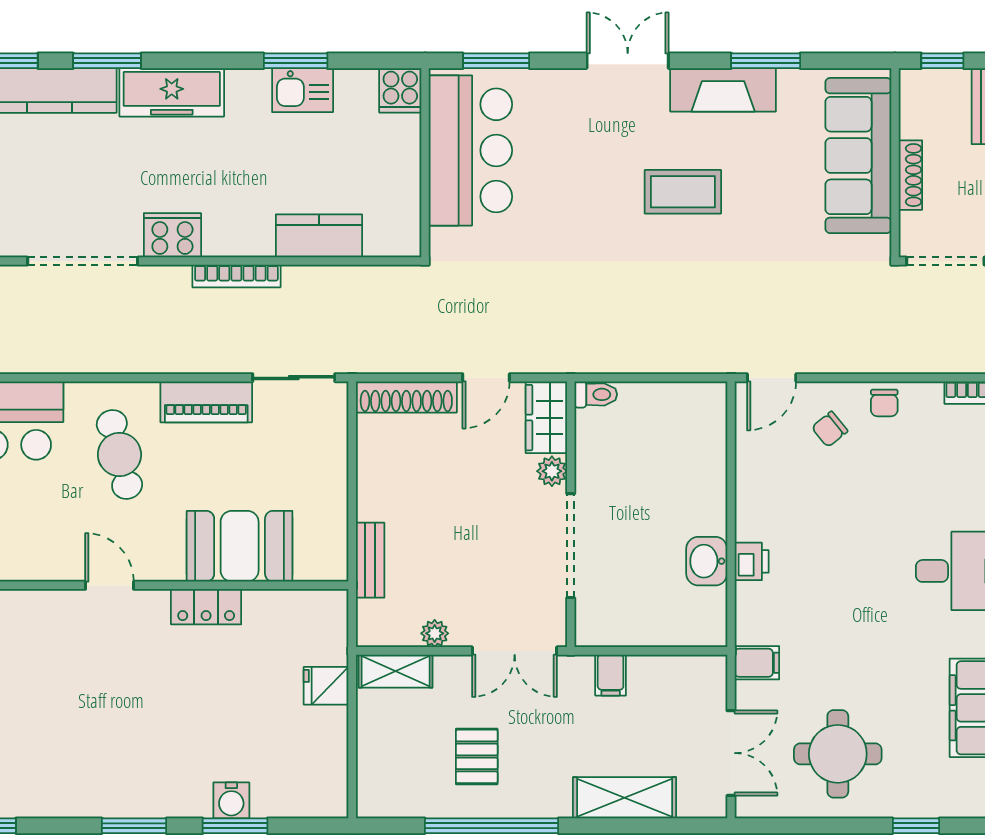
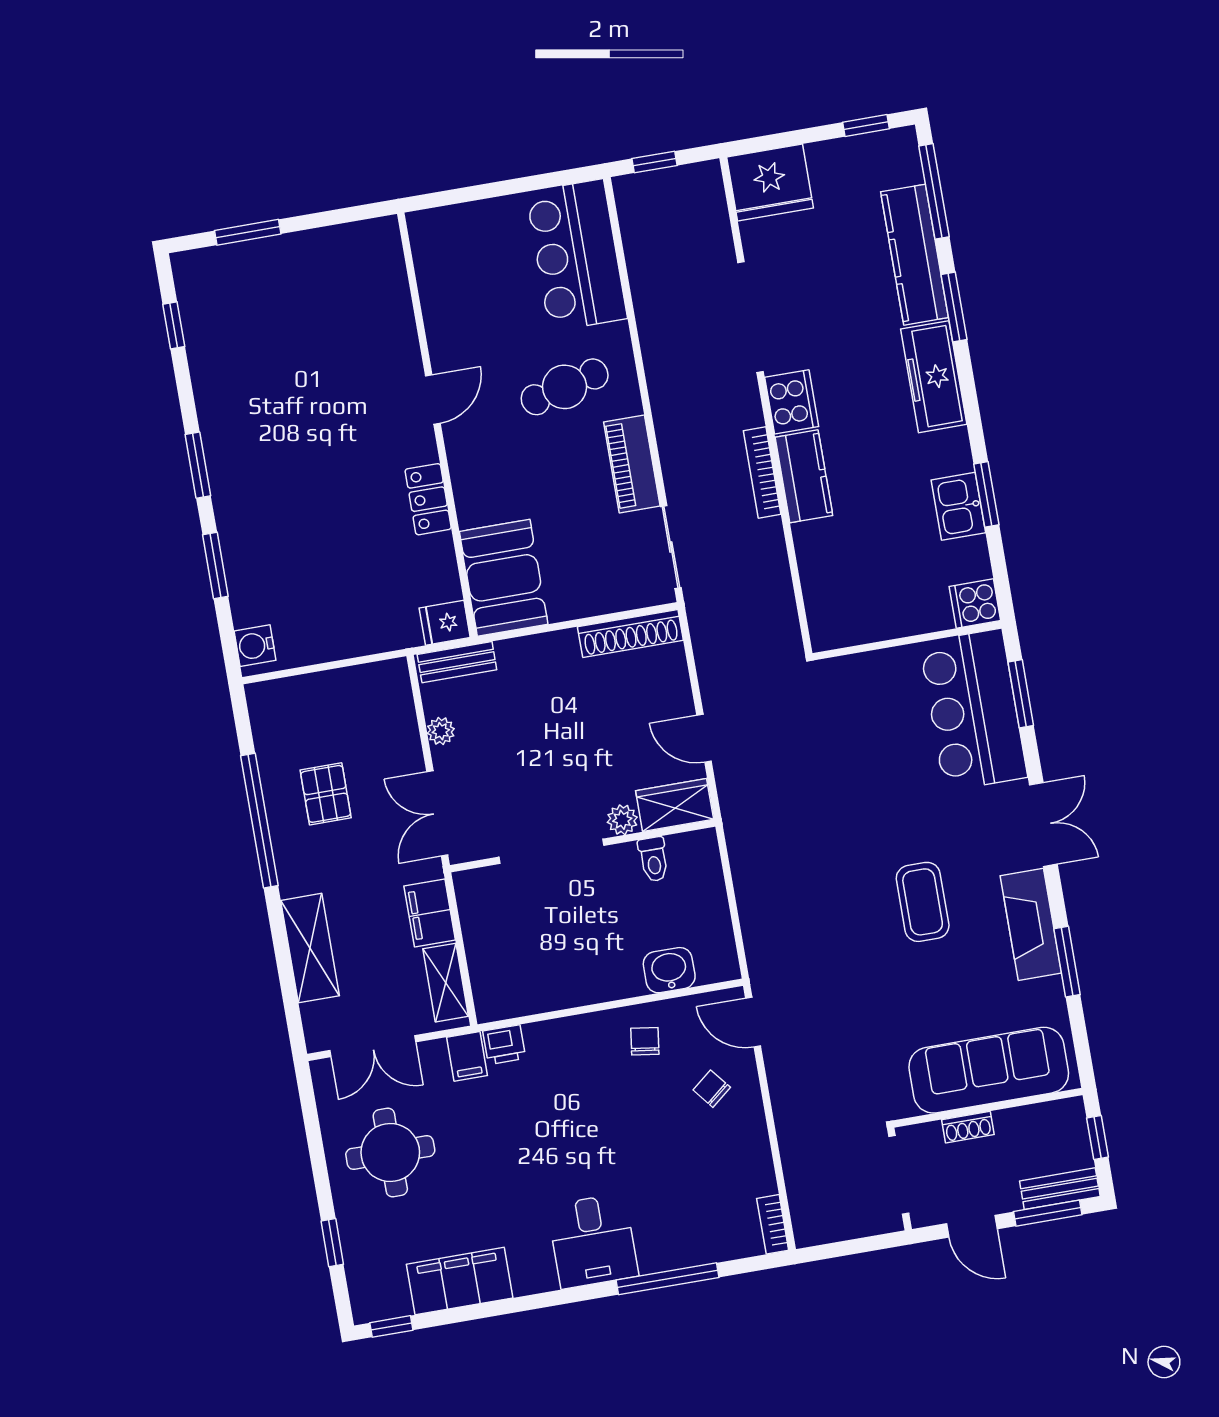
bar counter: (470, 150) -> (973, 710), moved, turned 90
shoe rack: (910, 175) -> (968, 1127), width x0.70
kitchen counter: (319, 236) -> (804, 476), moved
toilet: (596, 394) -> (653, 859), moved
shoe rack: (406, 397) -> (630, 633), moved, turned -90
chair: (884, 403) -> (645, 1041), moved, turned 98
booth: (240, 546) -> (504, 578), moved
bench: (370, 560) -> (457, 662), moved
washbasin: (707, 561) -> (669, 970), moved
printer: (752, 561) -> (504, 1045), moved
shelving: (396, 671) -> (446, 983), moved
filing cabinet: (611, 675) -> (430, 913), width x2.00
fridge: (326, 686) -> (445, 623), moved, turned -90
pallet: (477, 756) -> (326, 794), turned 90
water cooler: (231, 800) -> (255, 646), moved

